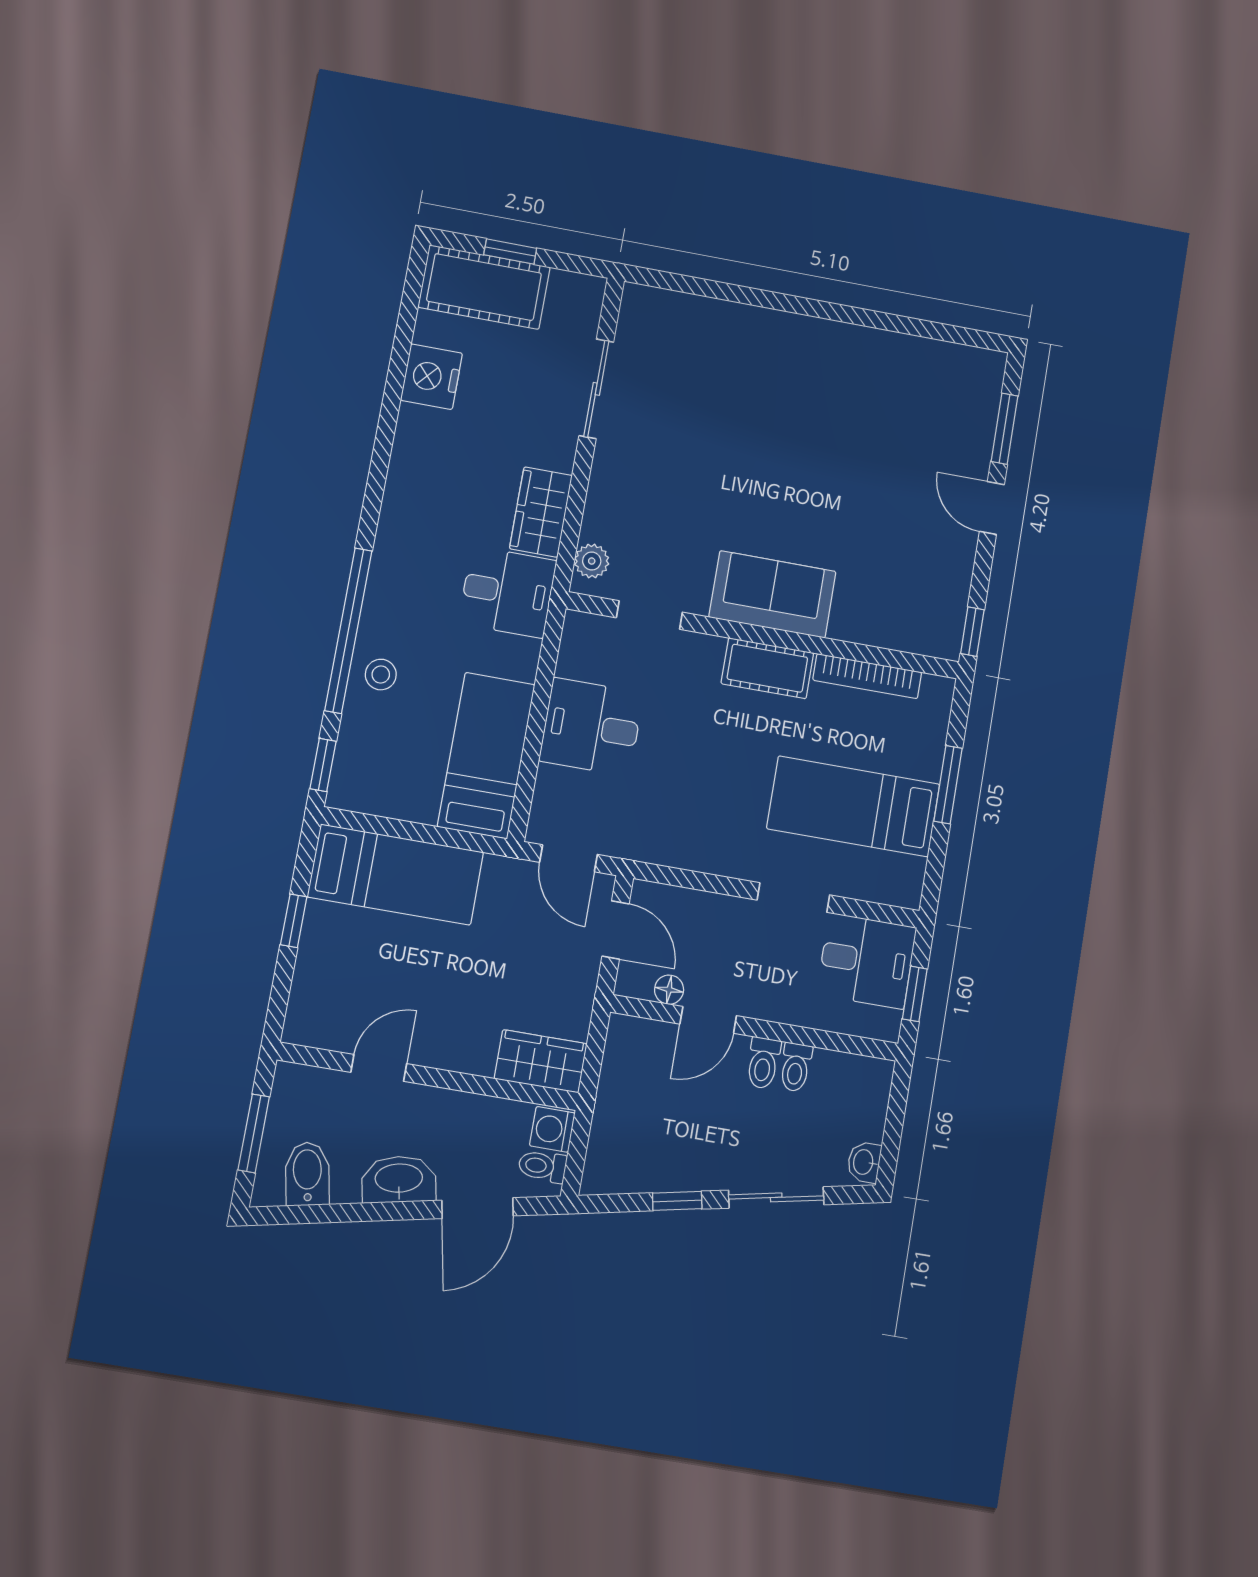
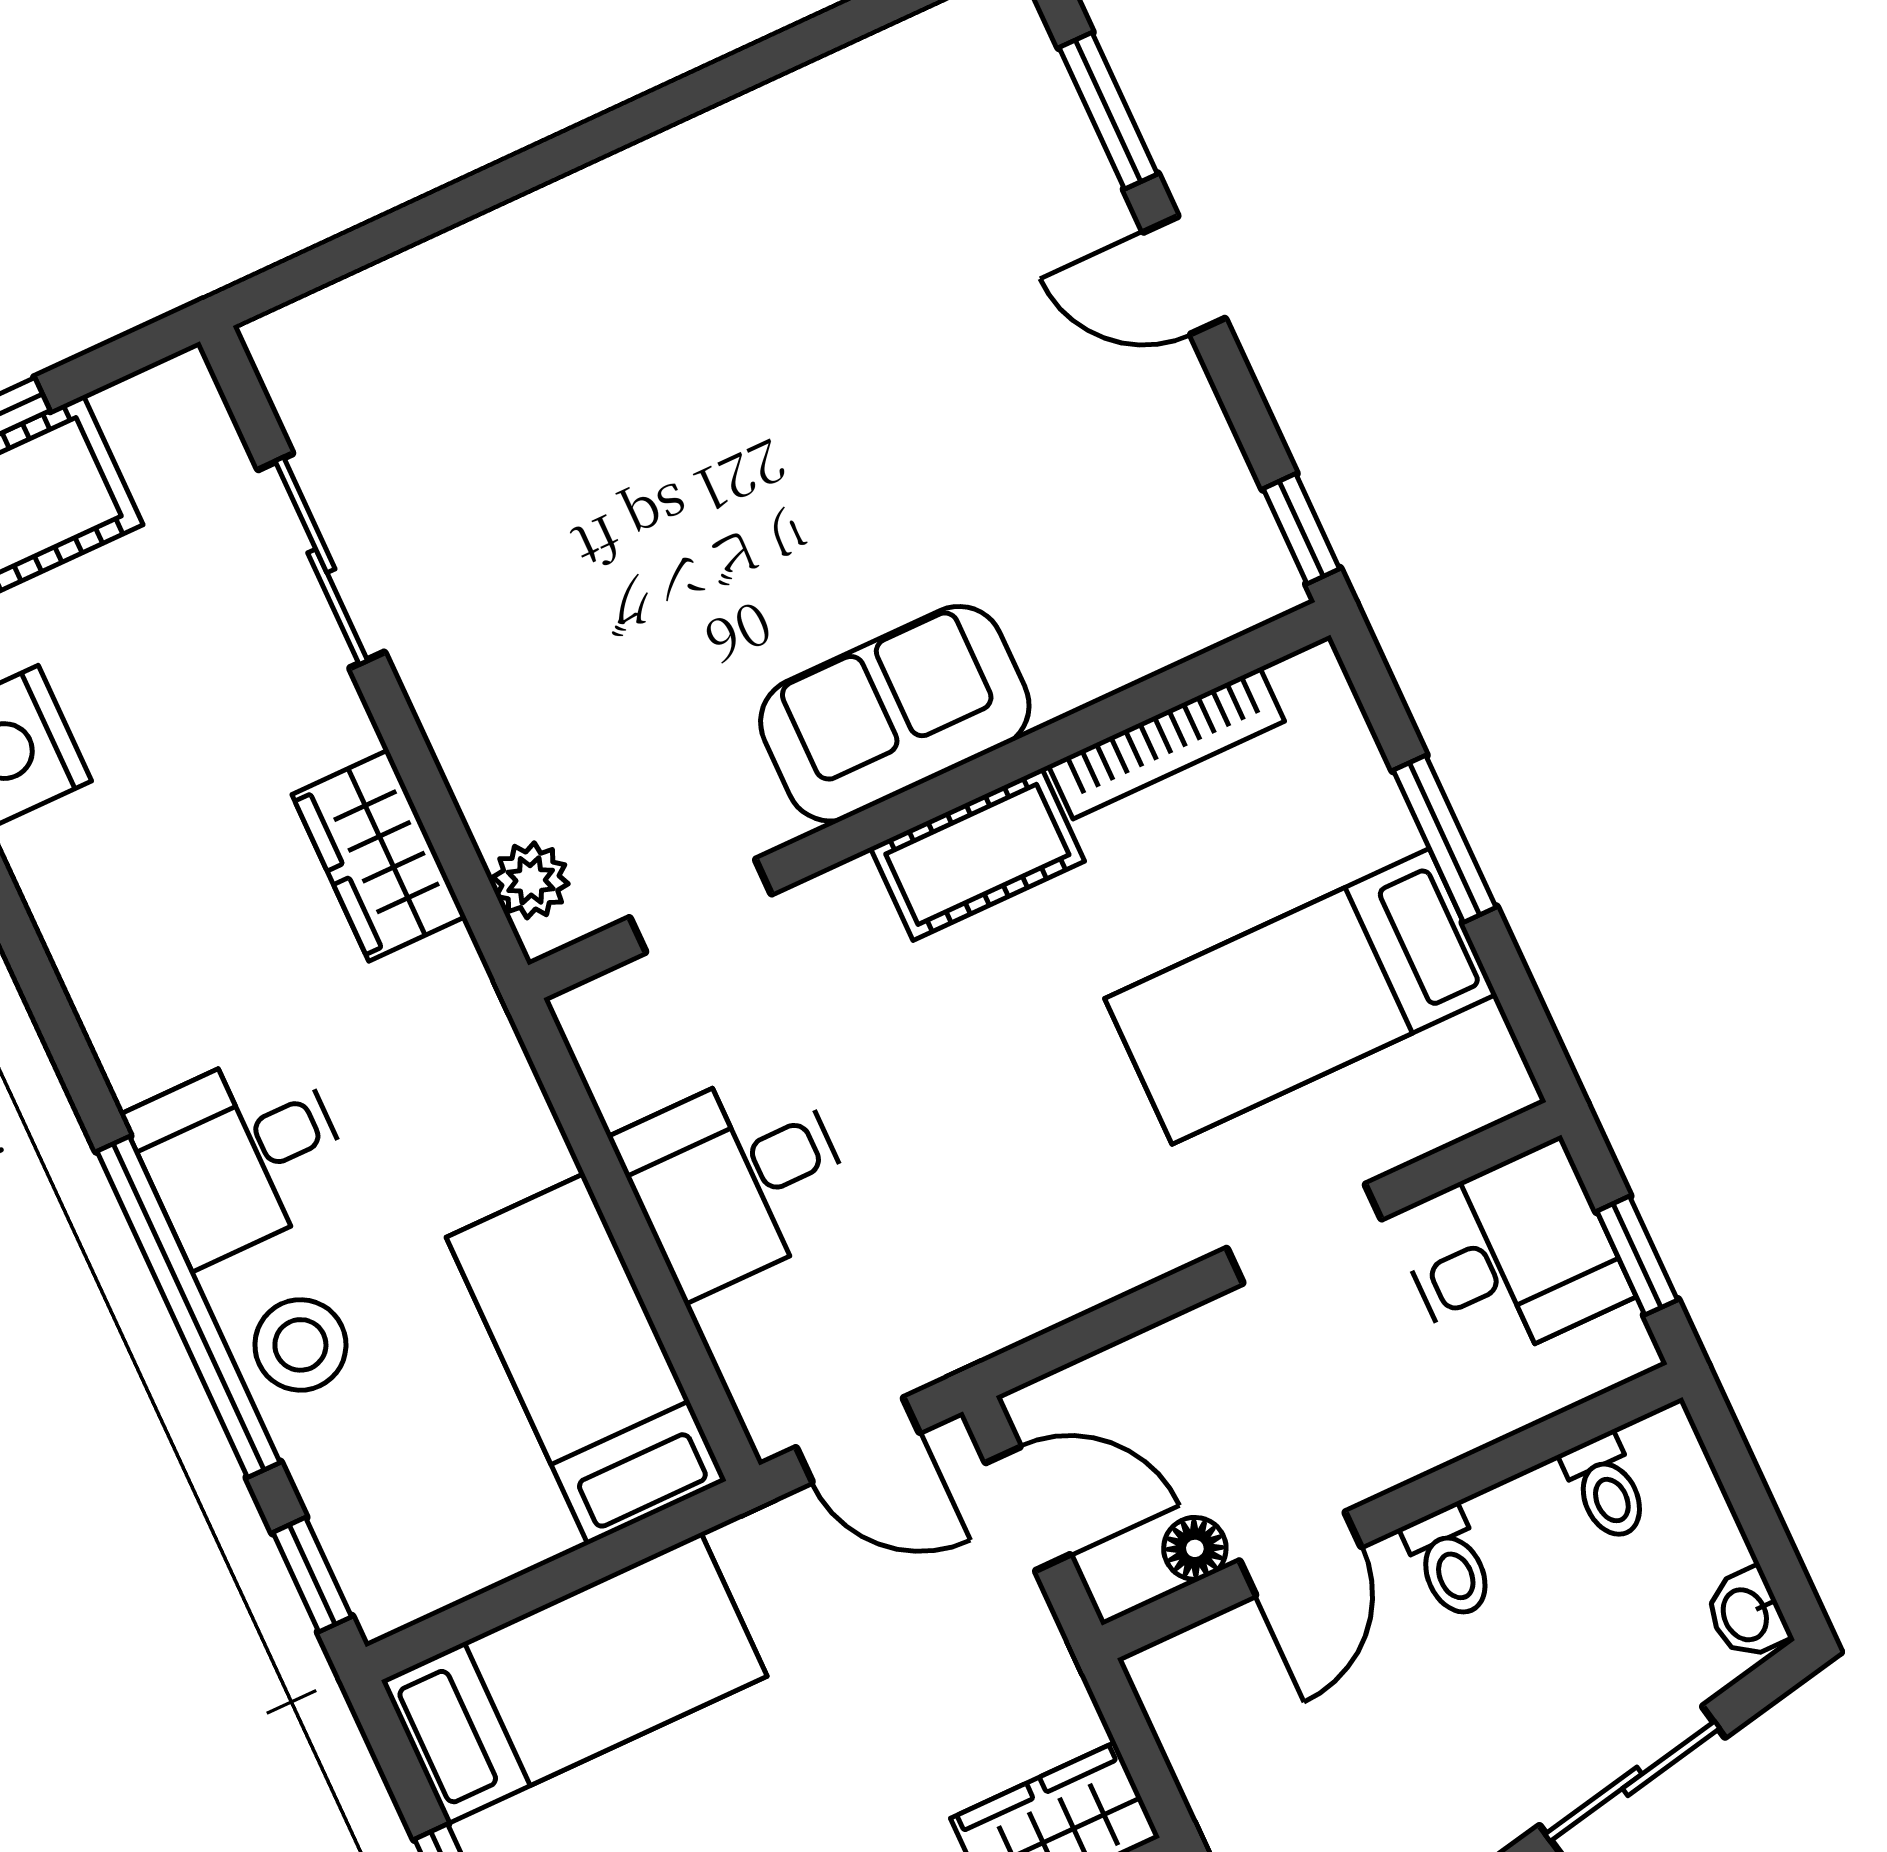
desk: (508, 592) -> (241, 1154), moved, turned 180
stool: (381, 675) -> (300, 1345), width x1.37, depth x1.37
toilet: (796, 1067) -> (1606, 1487), moved

